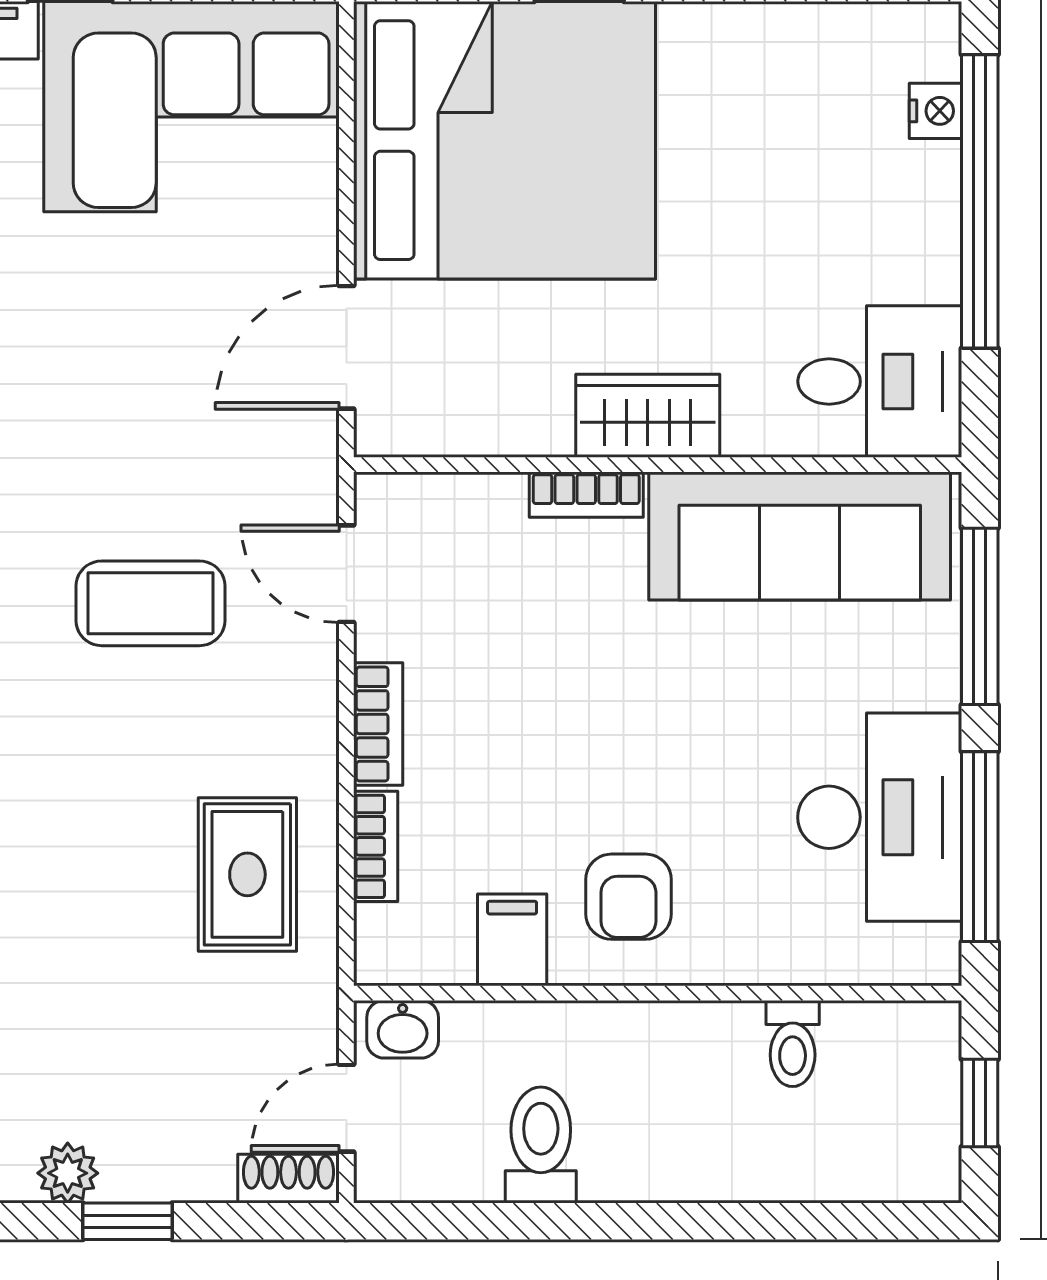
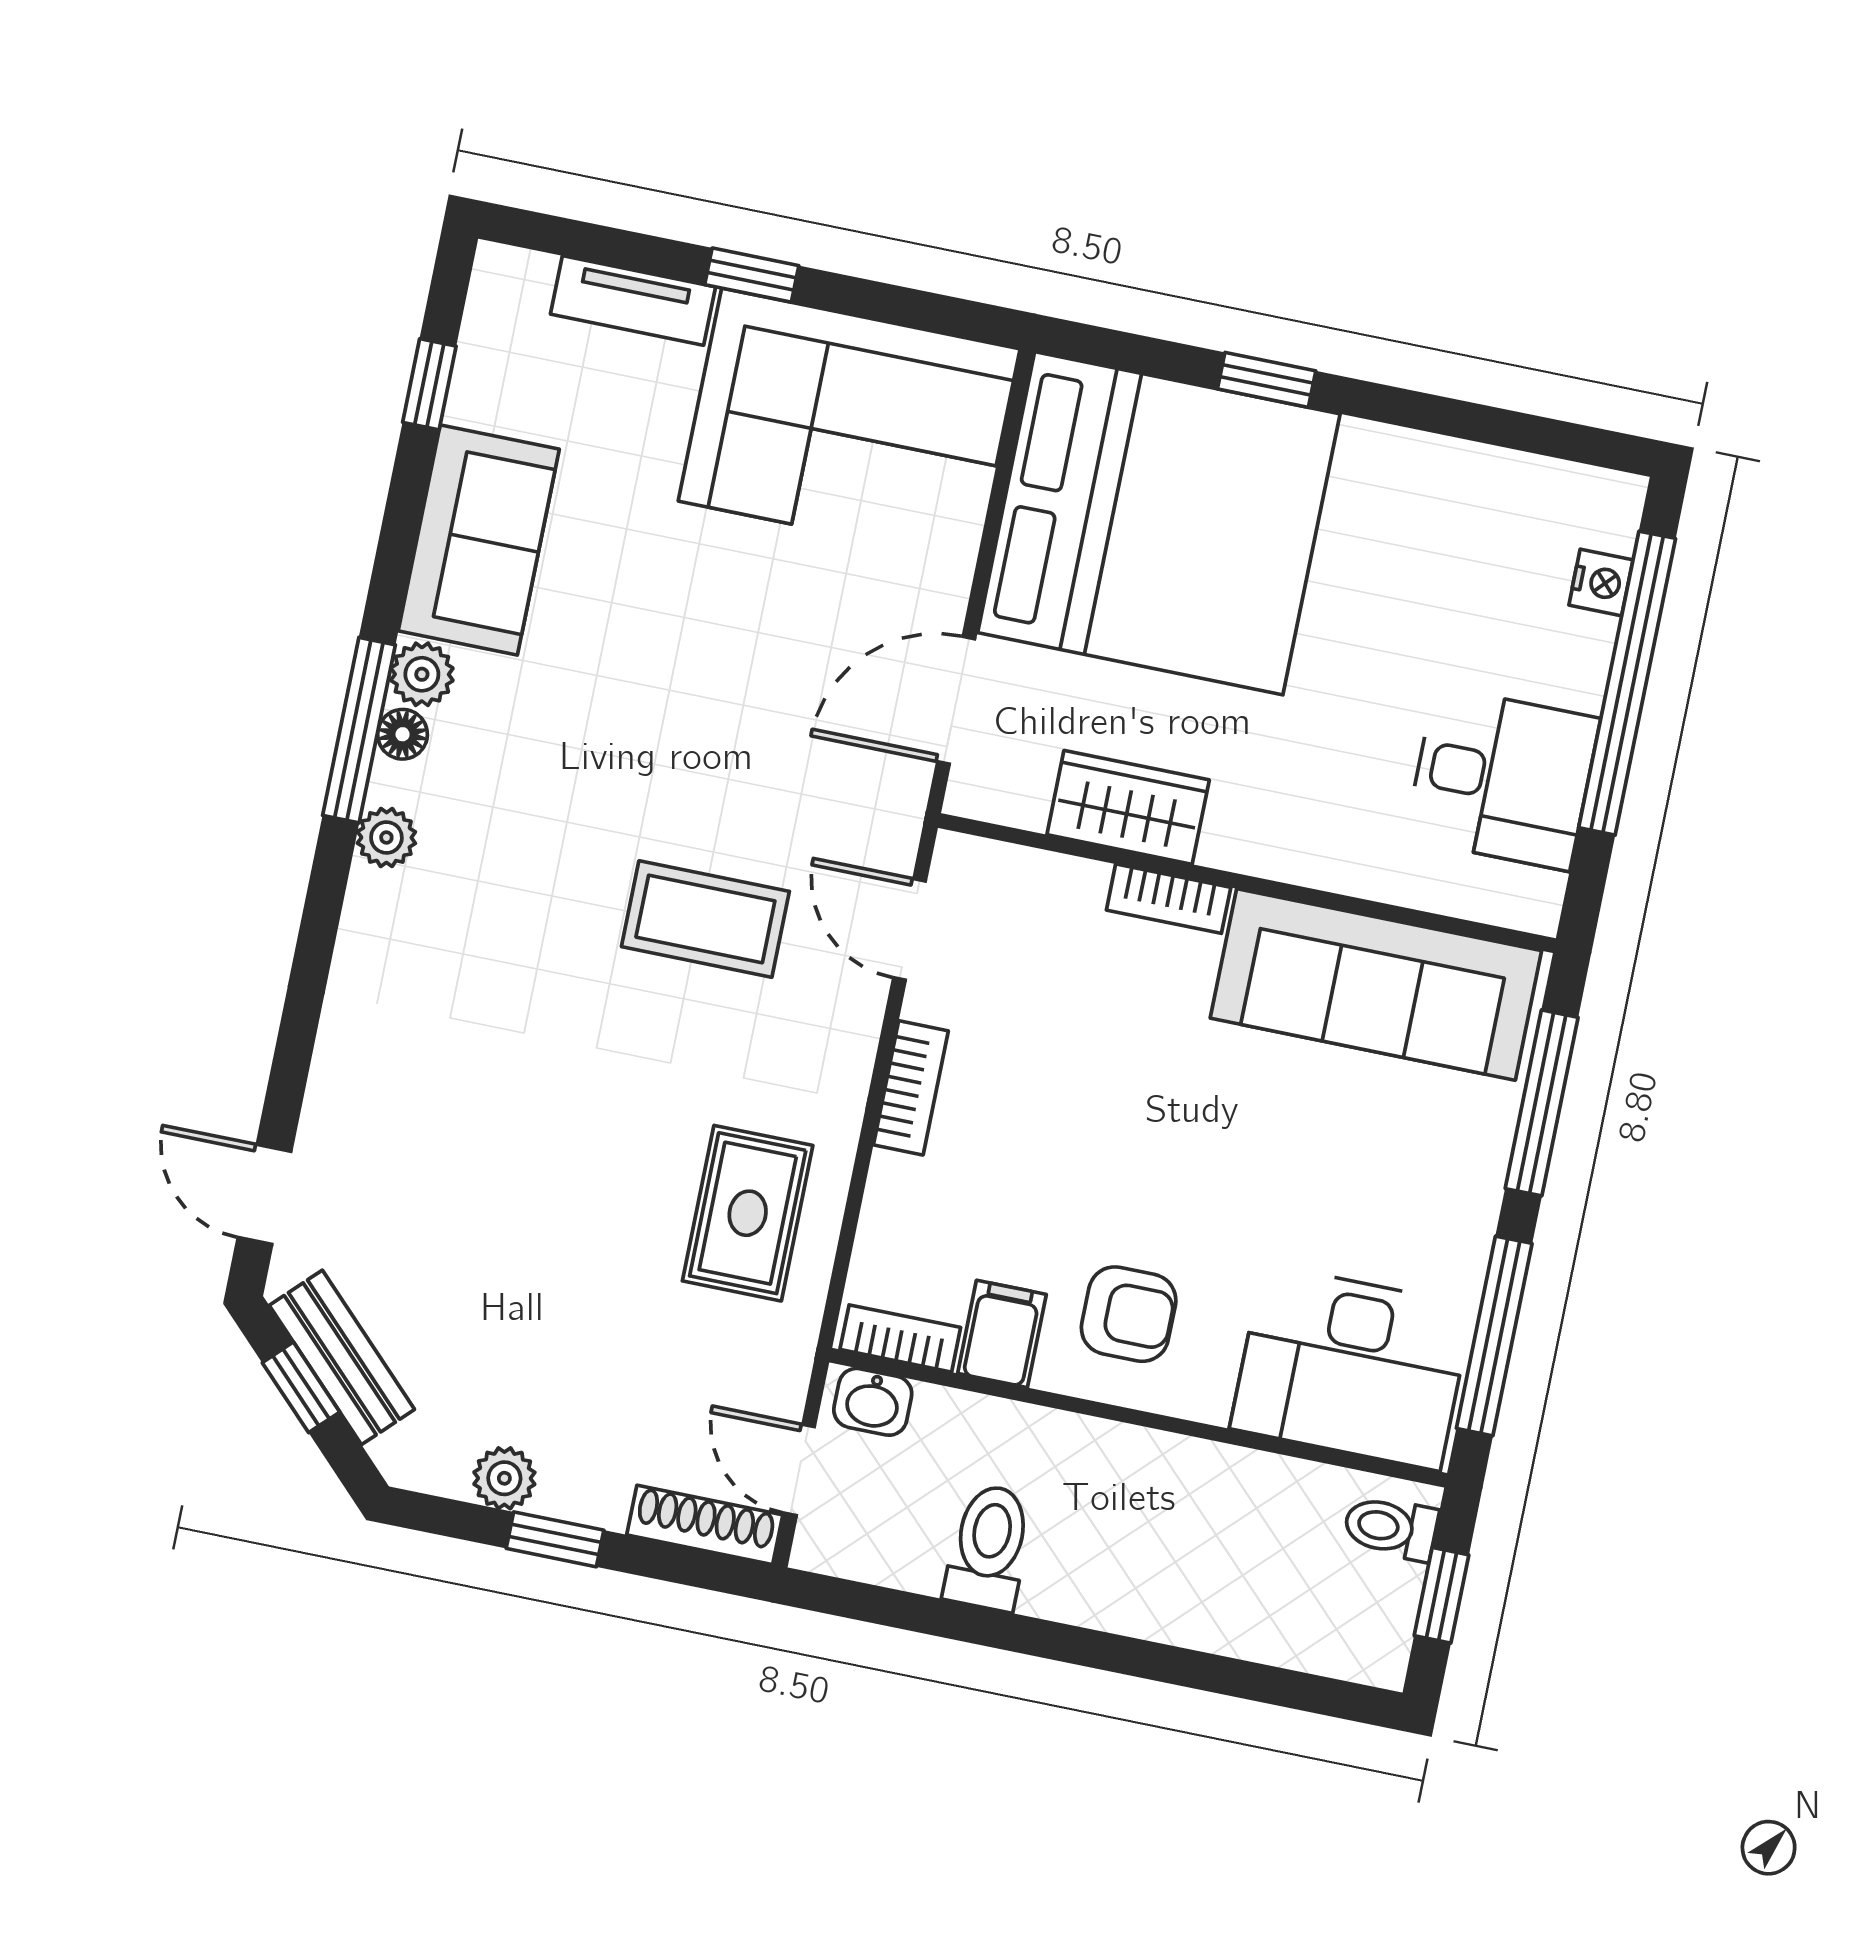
desk: (880, 381) -> (1502, 778), moved
wardrobe: (648, 416) -> (1128, 807), moved
desk: (880, 817) -> (1352, 1367), moved, turned 90
bookcase: (376, 846) -> (900, 1338), moved, turned -90
armchair: (628, 897) -> (1129, 1314), turned -90
toilet: (793, 1044) -> (1391, 1528), moved, turned 90
door: (346, 1108) -> (800, 1470), hinge flipped
shoe rack: (289, 1179) -> (705, 1525), width x1.43

